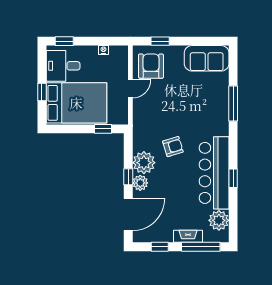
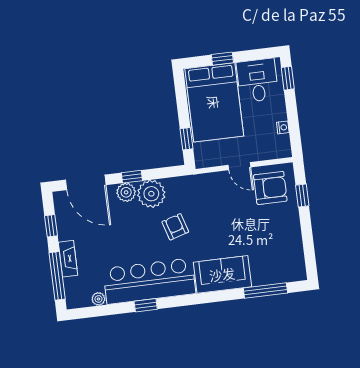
sofa: (207, 58) -> (222, 274), moved, turned 90
window: (233, 104) -> (265, 290), moved
armchair: (173, 147) -> (175, 227), turned 180
plant: (219, 220) -> (98, 299), width x0.53, depth x0.53

